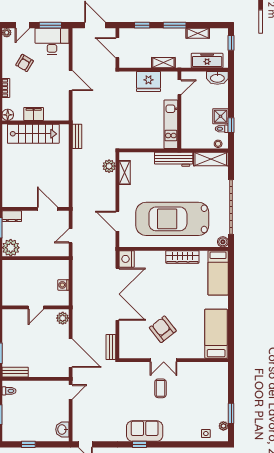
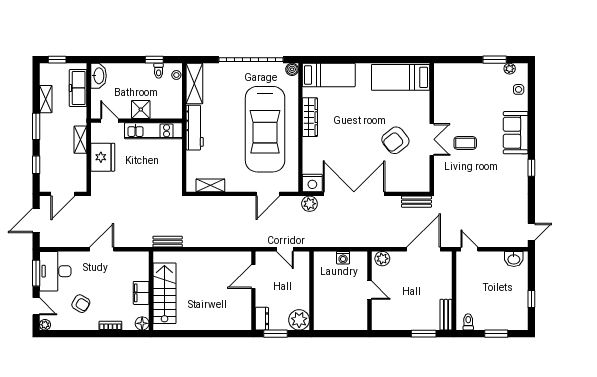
shower: (220, 116) -> (141, 109), moved
plant: (109, 166) -> (309, 204), moved
sofa: (145, 431) -> (516, 133), moved

